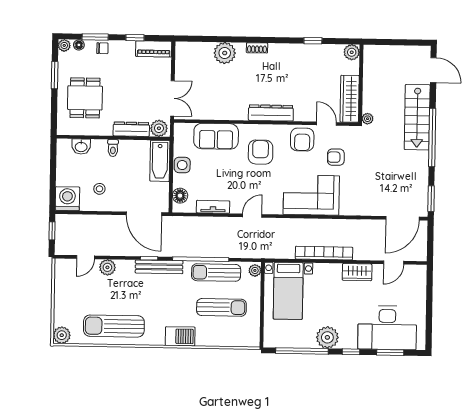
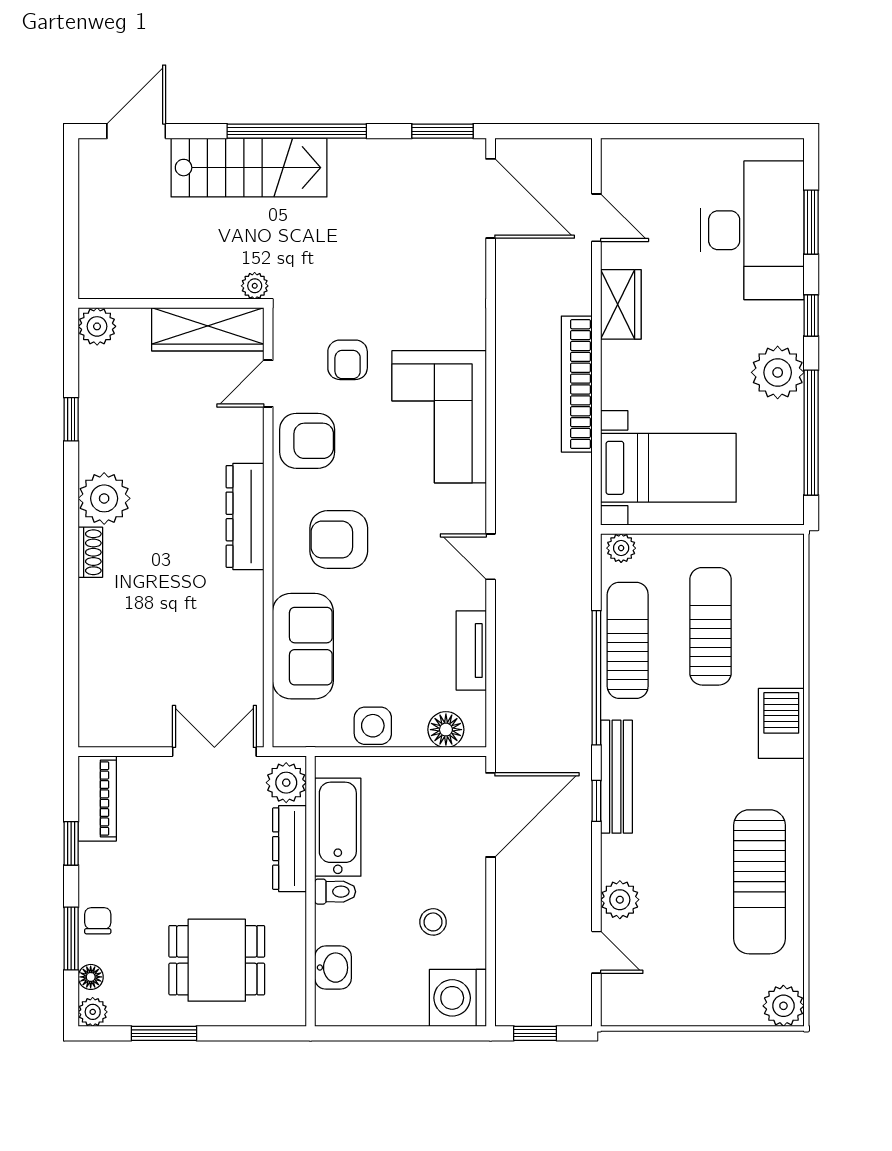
plant: (225, 53) -> (104, 498), moved
bathtub: (160, 161) -> (338, 827), moved, turned -90
sun lounger: (216, 273) -> (628, 640), turned 180

